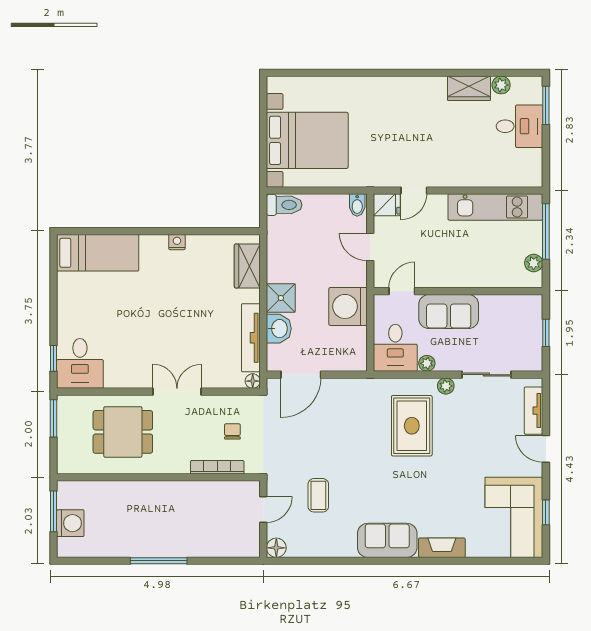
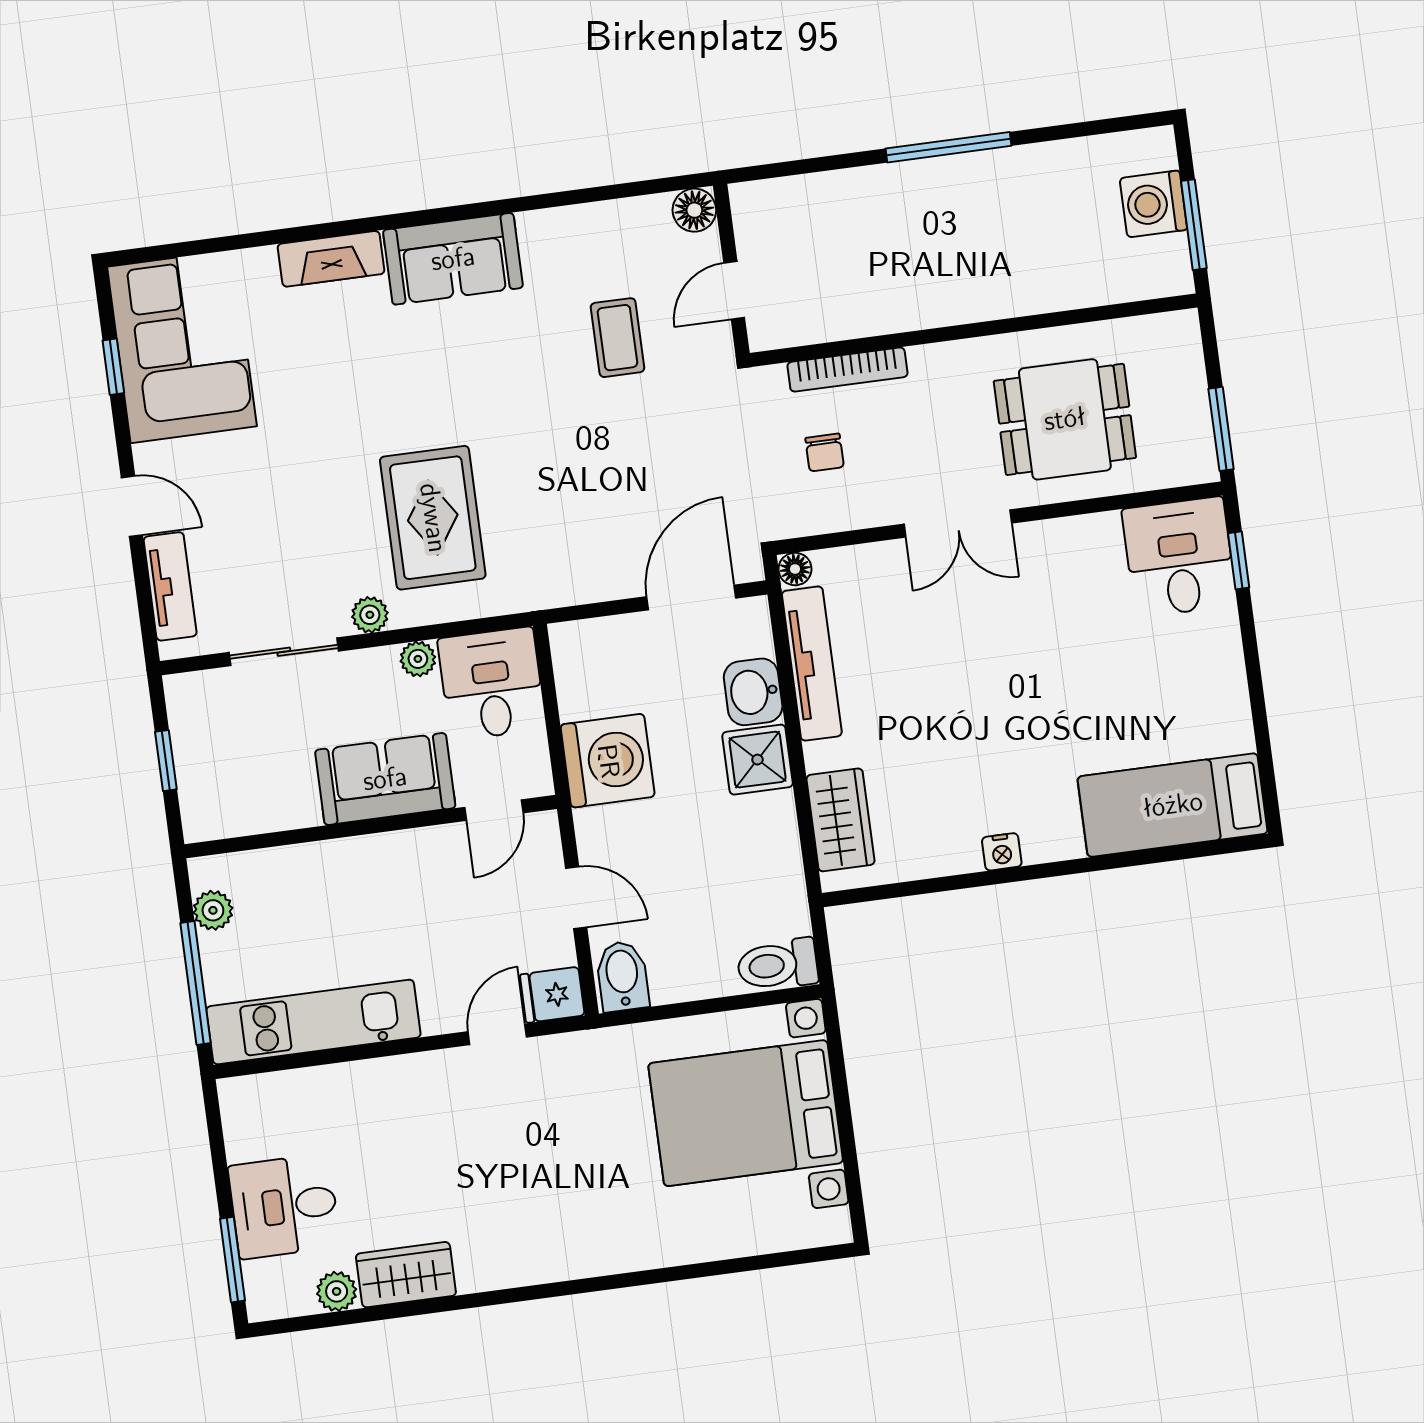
bidet: (357, 205) -> (622, 976), width x1.38, depth x1.36

